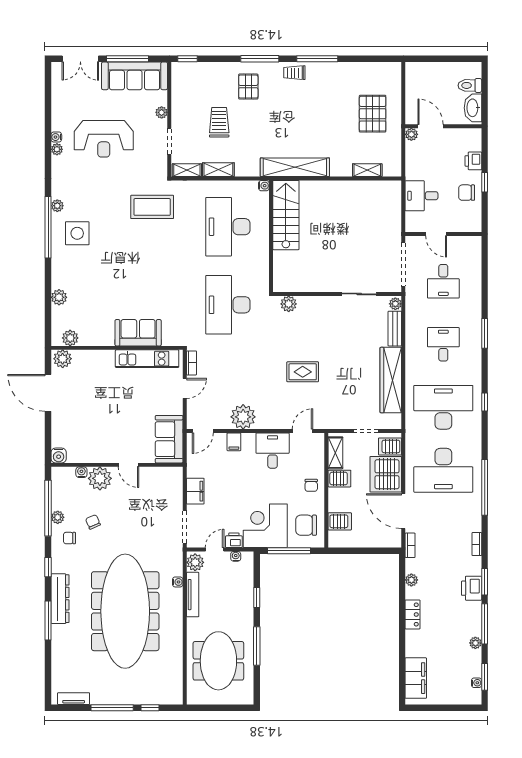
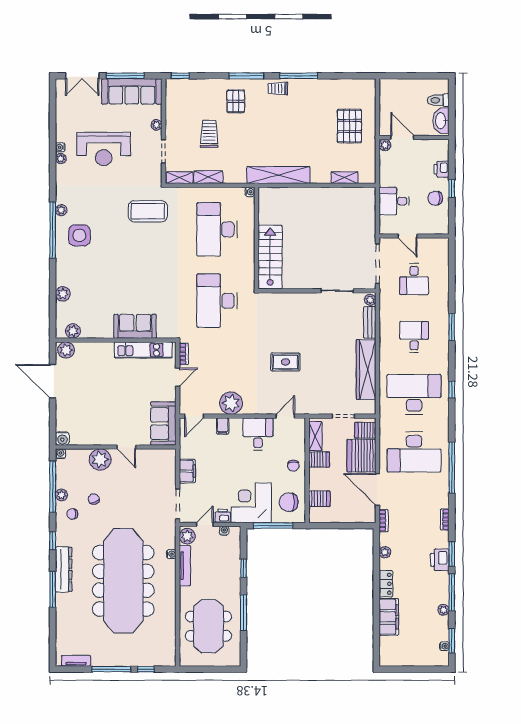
stairs: (286, 215) -> (270, 257), moved
plant: (289, 304) -> (273, 300), removed
water cooler: (81, 472) -> (60, 454), moved
filing cabinet: (416, 678) -> (389, 617), moved

